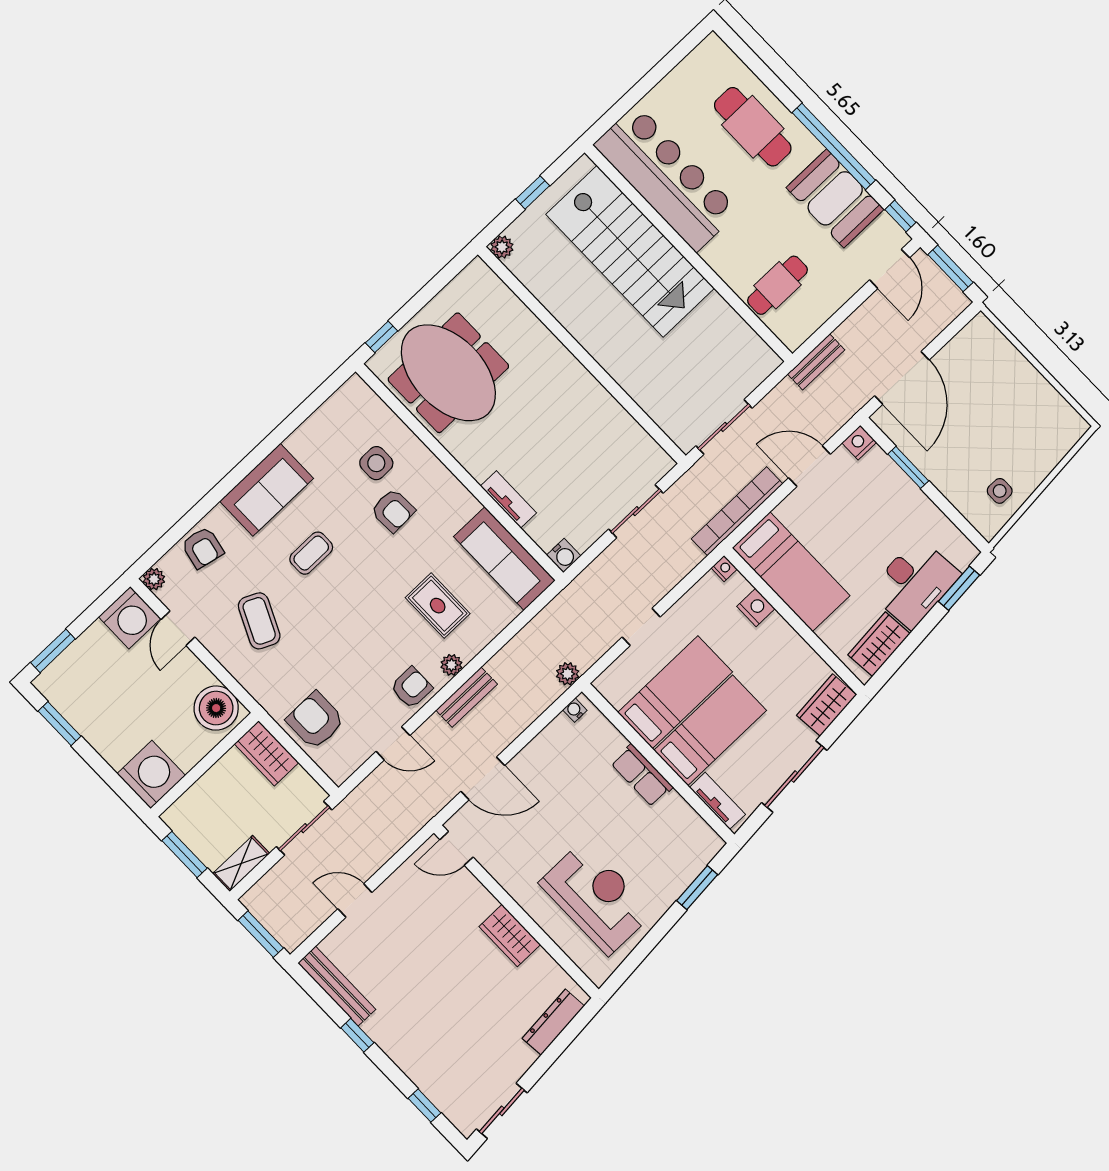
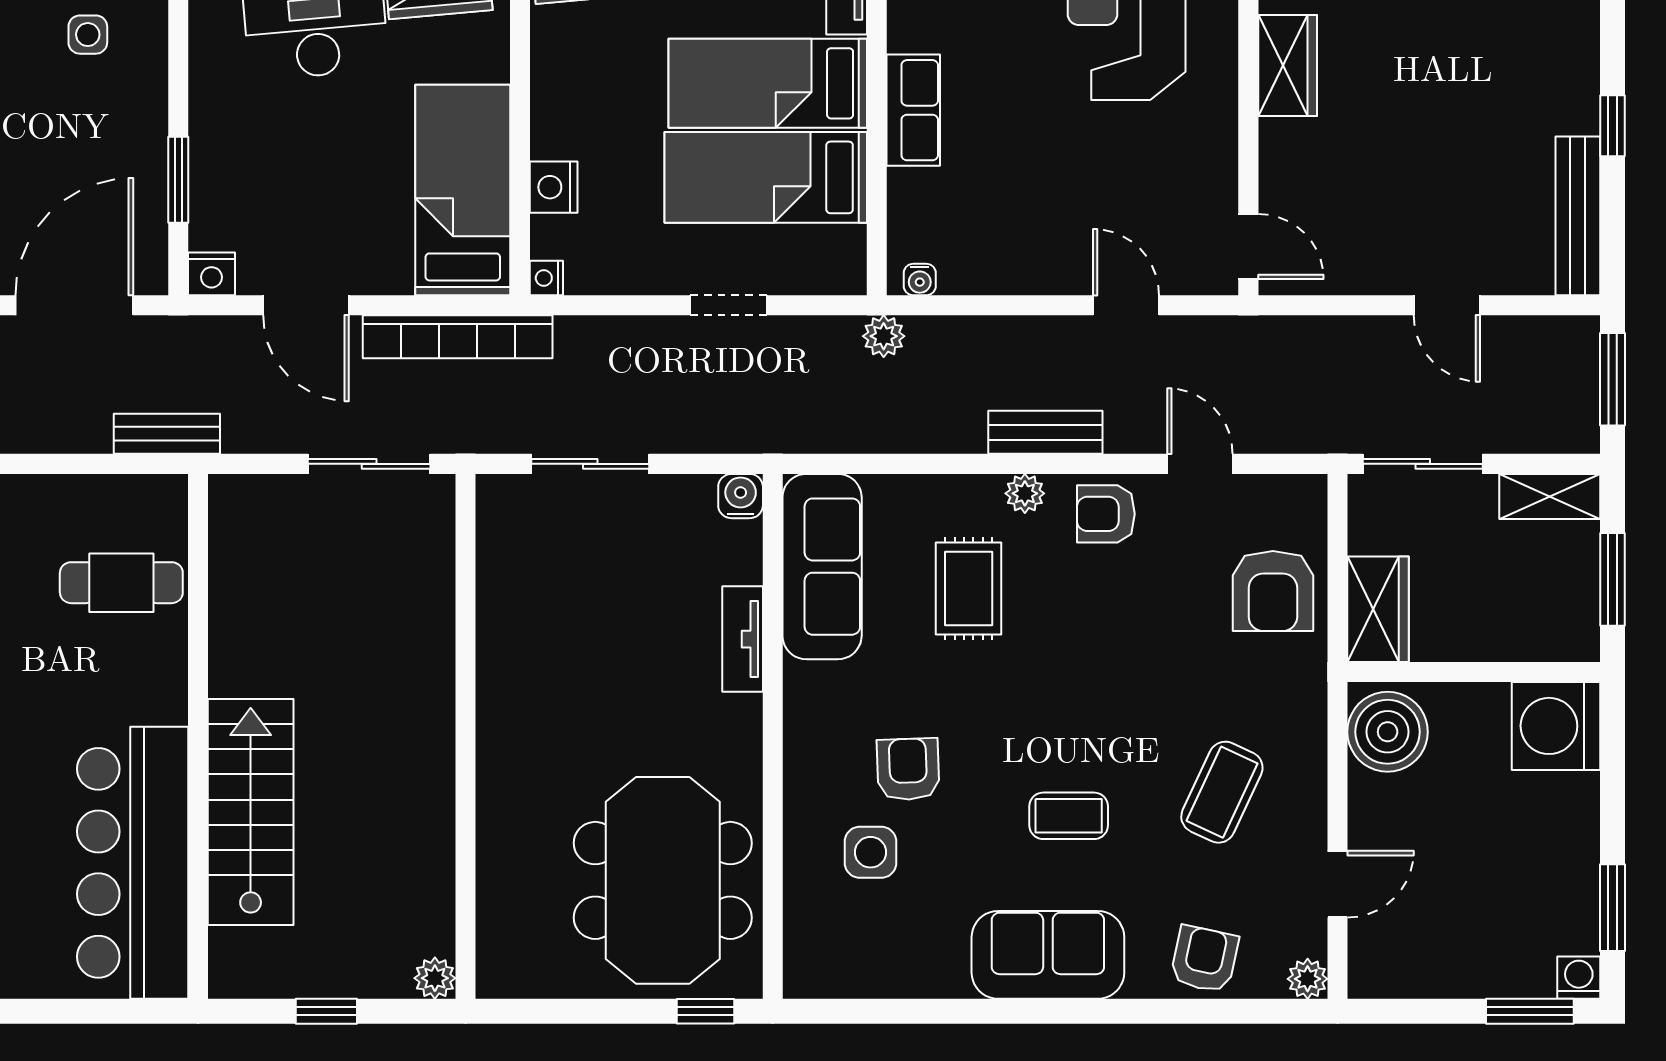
stairs: (630, 251) -> (251, 812), width x0.73, depth x0.66
washing machine: (130, 618) -> (1579, 978), moved, width x0.53, depth x0.53
door: (483, 778) -> (1126, 305), width x0.73

